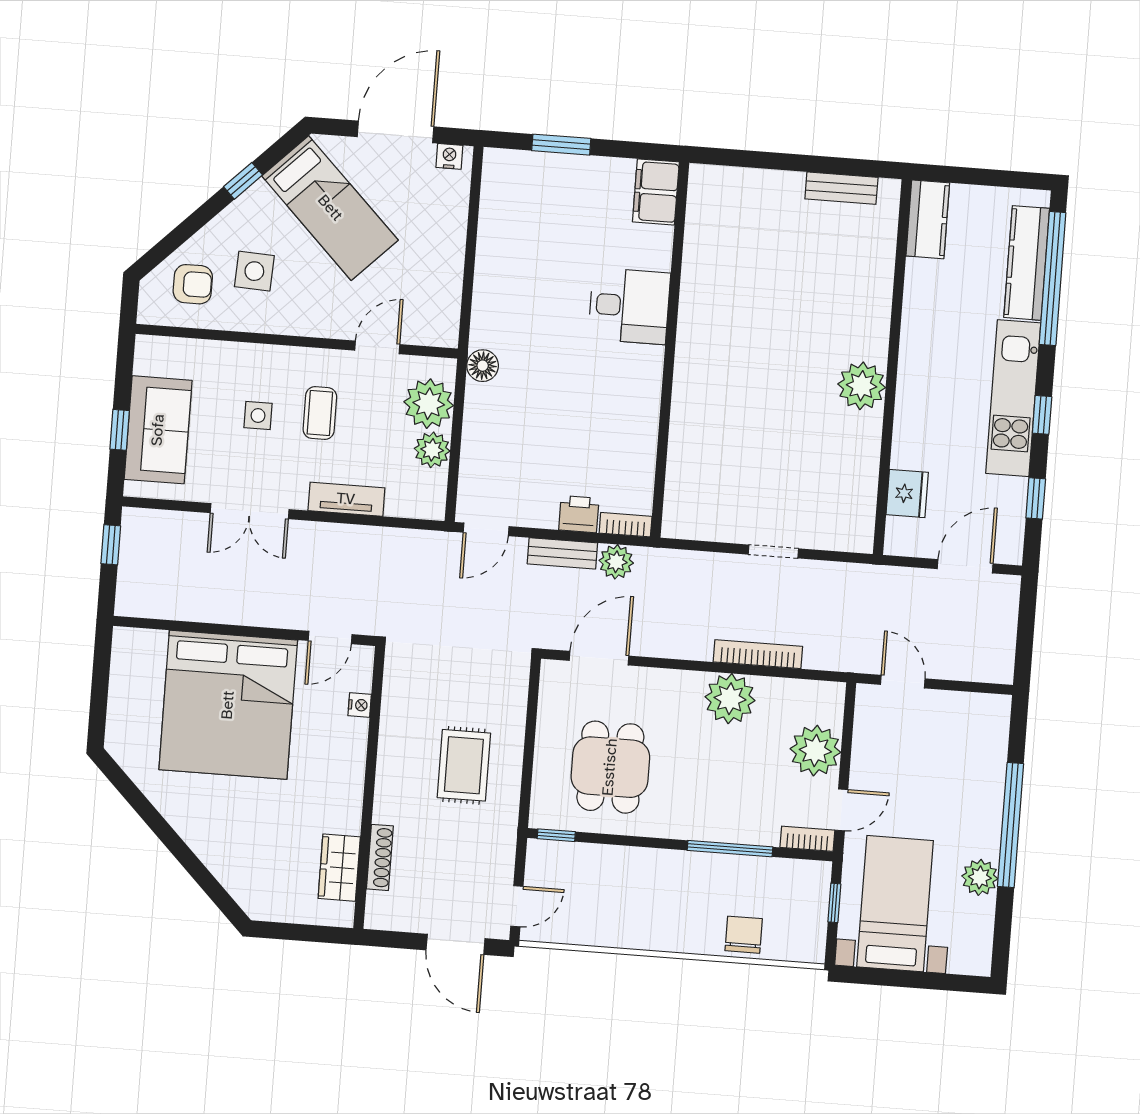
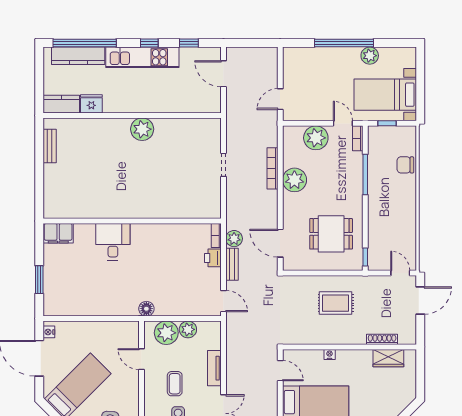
coffee table: (320, 413) -> (175, 384), turned 90
fridge: (907, 494) -> (91, 104), moved
nightstand: (360, 705) -> (330, 354), moved

